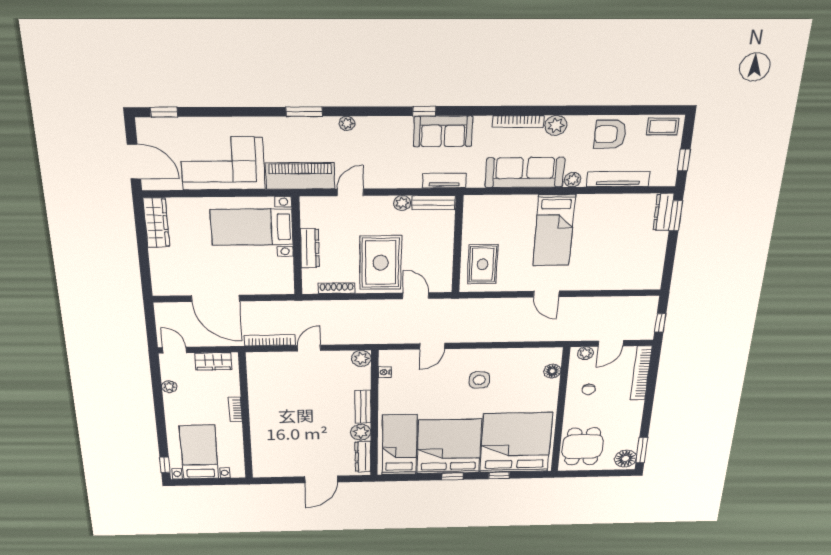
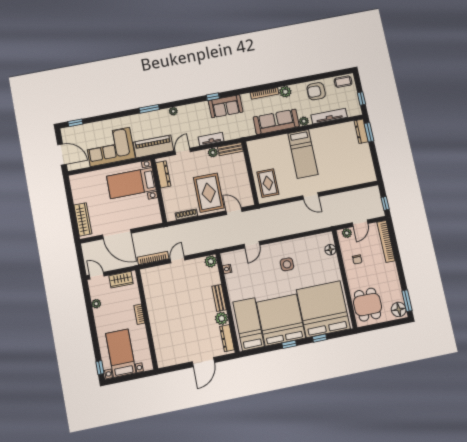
tv unit: (444, 181) -> (211, 139), moved
wardrobe: (156, 223) -> (83, 219), moved
dresser: (310, 248) -> (163, 174), moved

